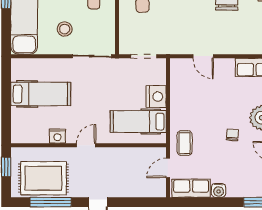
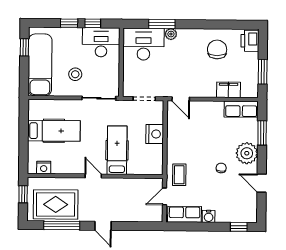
filing cabinet: (240, 45) -> (229, 90), added
door: (203, 56) -> (181, 99), moved
hospital bed: (138, 122) -> (117, 150), moved, turned 90
nightstand: (57, 136) -> (44, 168), moved
door: (86, 145) -> (93, 176), hinge flipped

